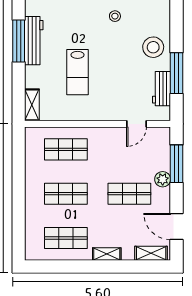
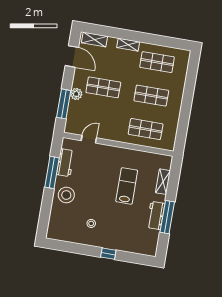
workbench: (34, 41) -> (156, 215), width x0.73
shelving: (32, 105) -> (163, 182), moved

